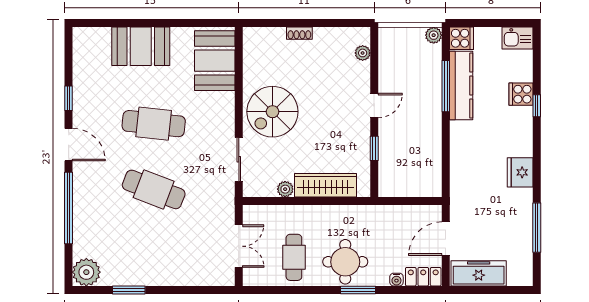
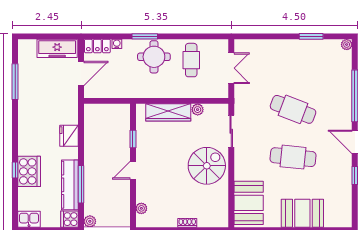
cooker: (521, 94) -> (29, 171), width x1.87, depth x1.31
fridge: (520, 172) -> (69, 136), moved, turned 180
double door: (239, 246) -> (231, 68), swing flipped
plant: (86, 272) -> (347, 45), width x0.53, depth x0.53

